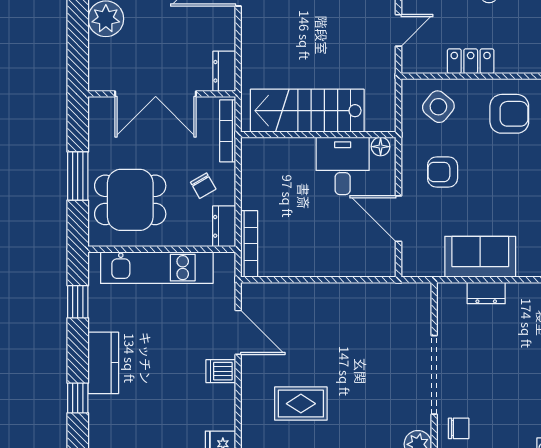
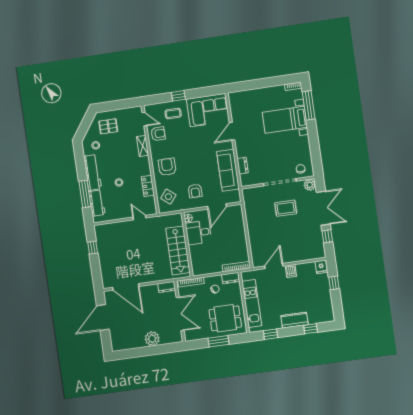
dining table: (130, 200) -> (225, 318), turned 90
sofa: (480, 257) -> (228, 170), width x1.36
rug: (301, 404) -> (286, 208), moved, turned 90

